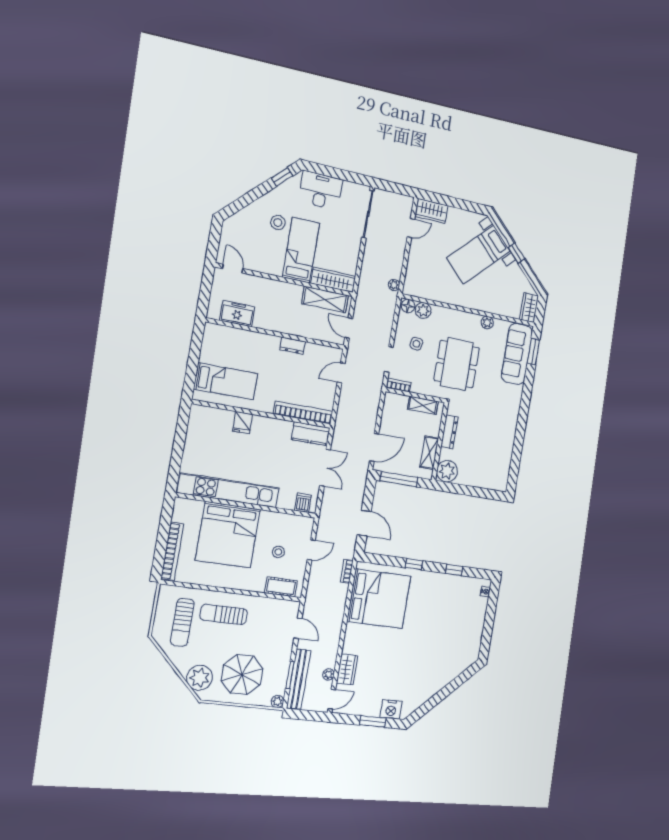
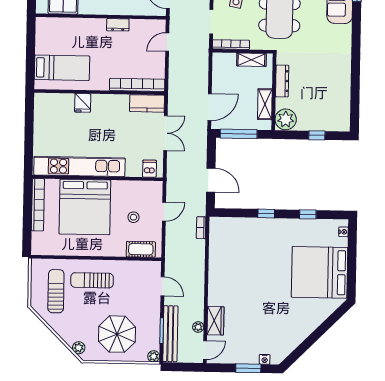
bookcase: (398, 385) -> (231, 45), width x1.56
window: (475, 492) -> (317, 135), added
bookcase: (172, 551) -> (38, 205), moved
bed: (379, 599) -> (320, 272), moved, turned 180
sun lounger: (182, 622) -> (56, 291), turned 180
plant: (200, 678) -> (79, 348), width x0.53, depth x0.53
nightstand: (391, 709) -> (265, 359), width x0.53, depth x0.56

